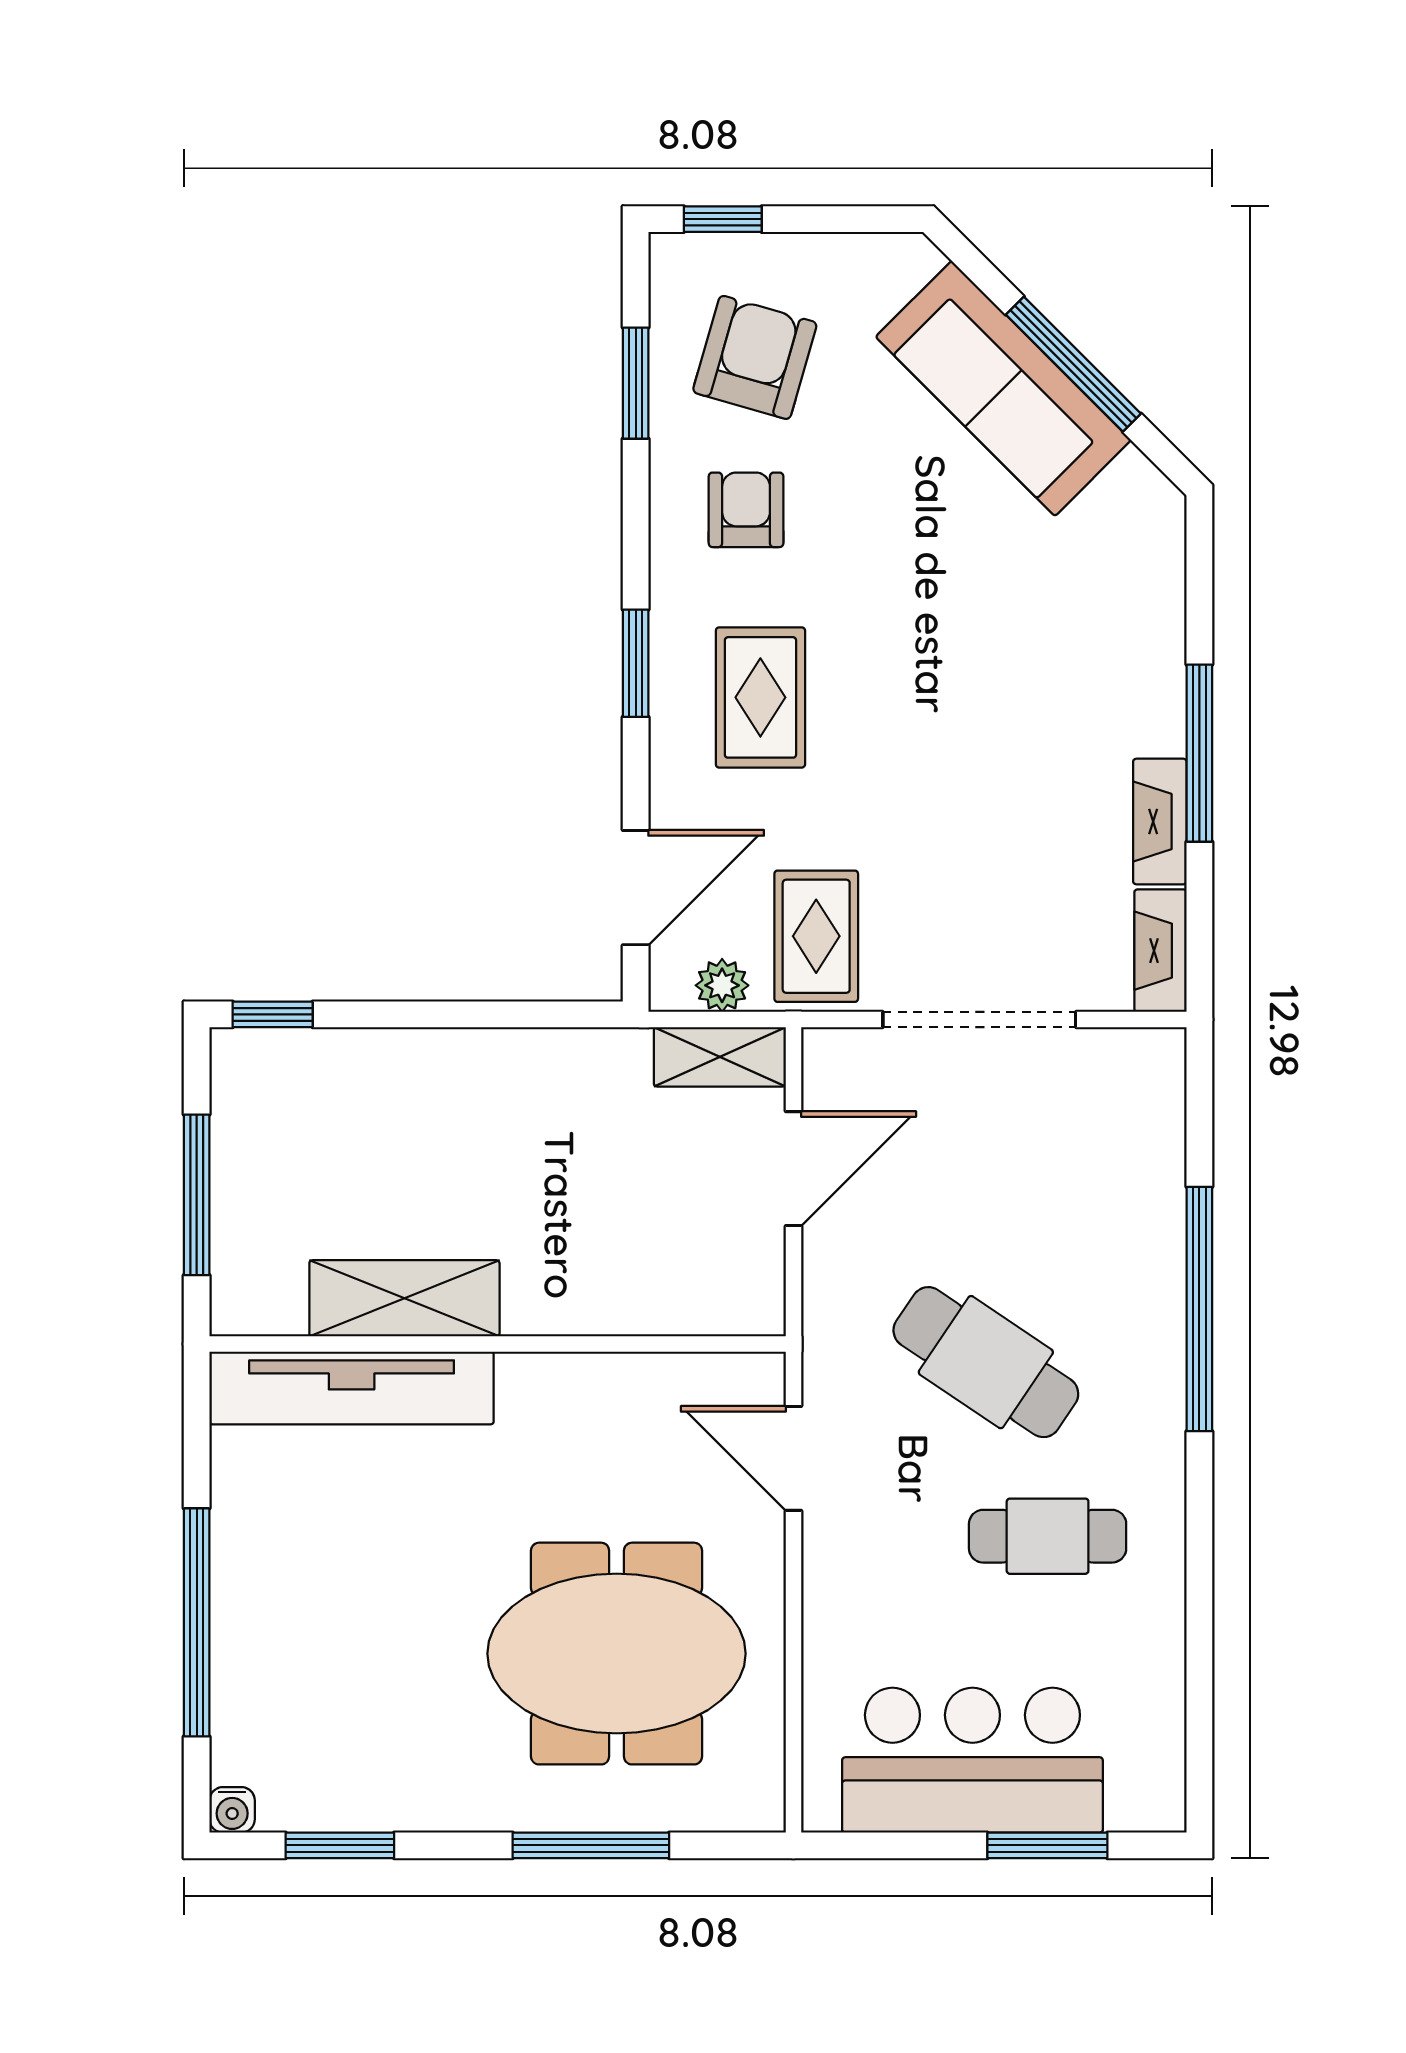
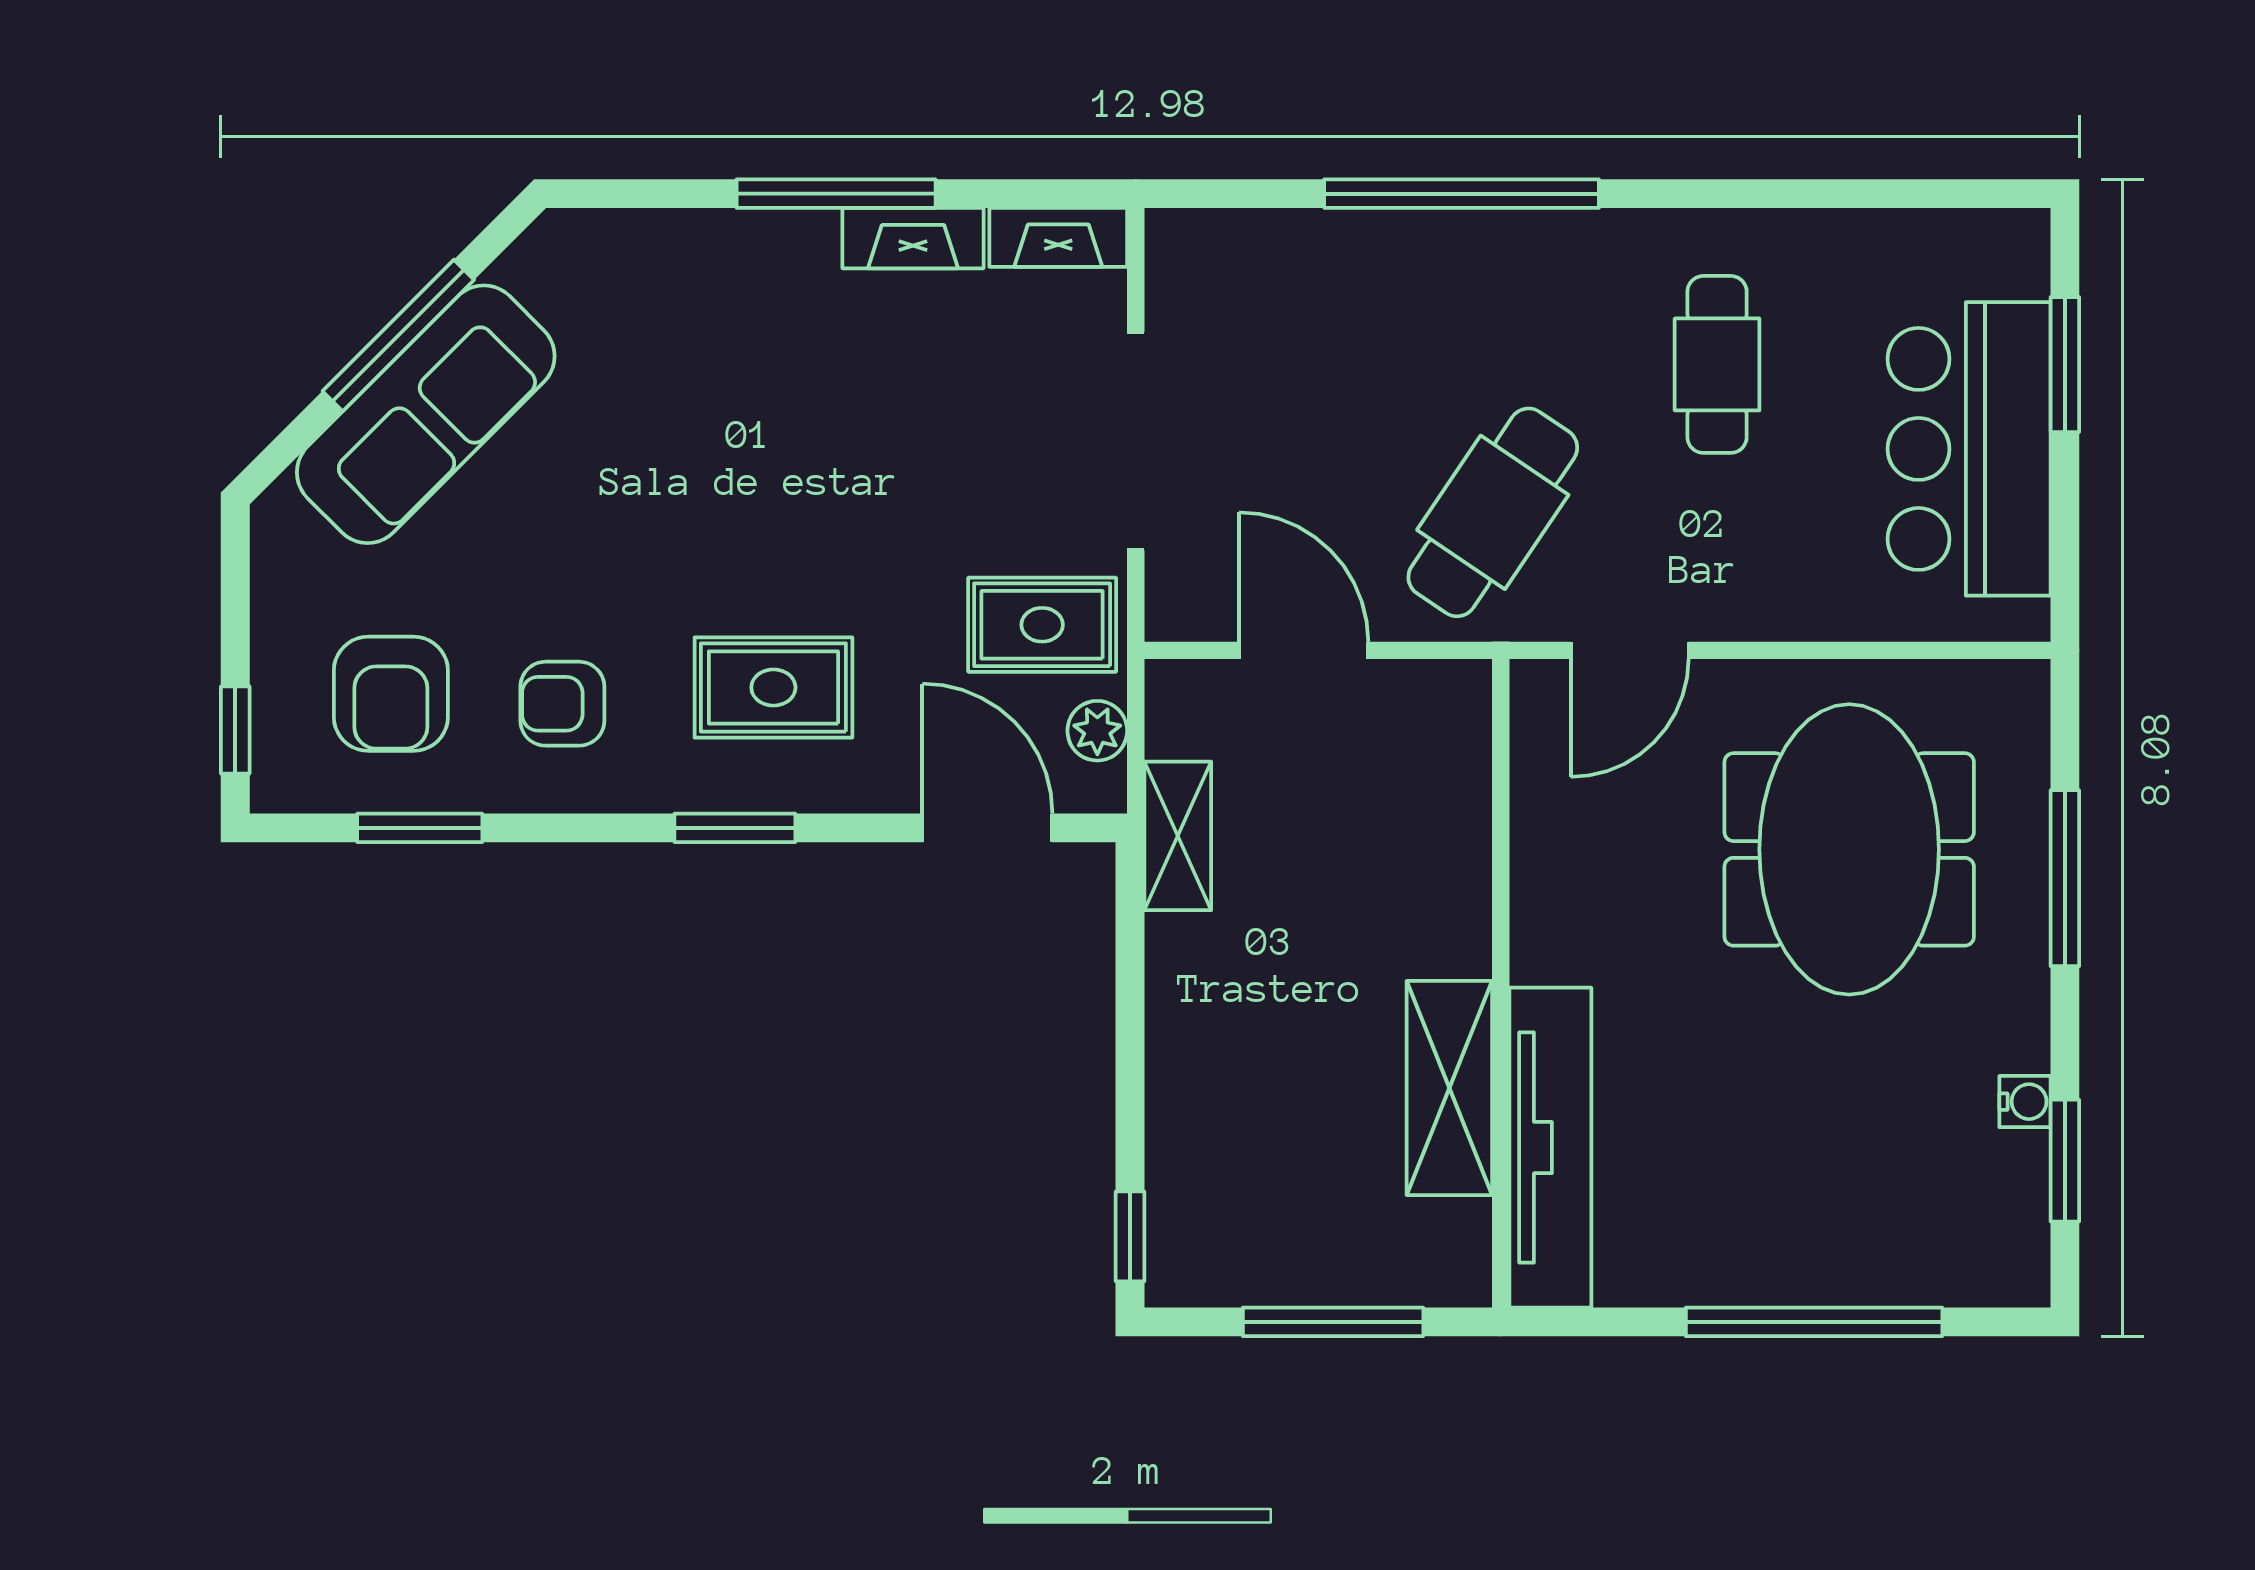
armchair: (755, 357) -> (391, 694), turned -106
shelving: (720, 1057) -> (1178, 836), moved
cafe table: (986, 1362) -> (1493, 512), moved
water cooler: (232, 1810) -> (2025, 1102), moved

